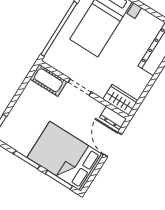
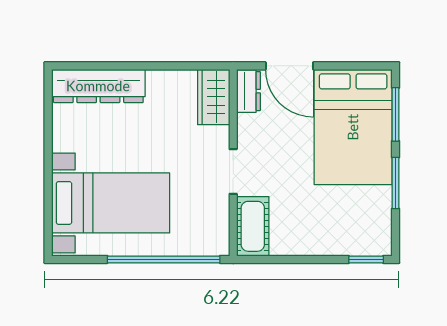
door: (113, 144) -> (289, 66), hinge flipped

